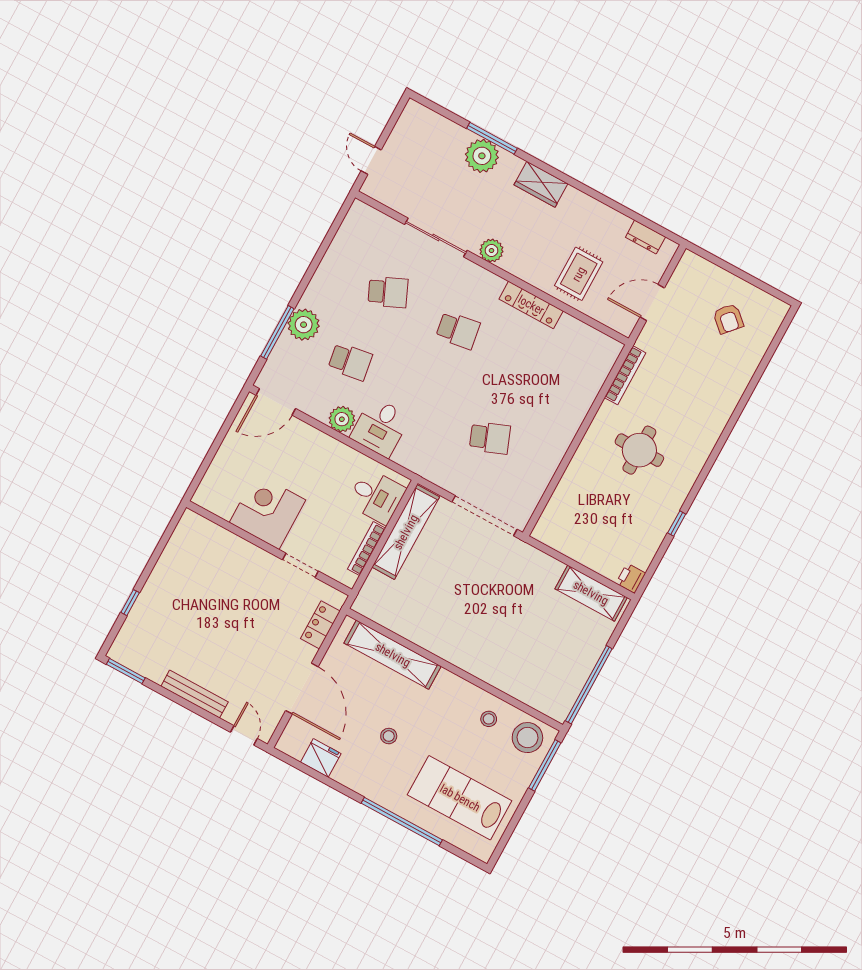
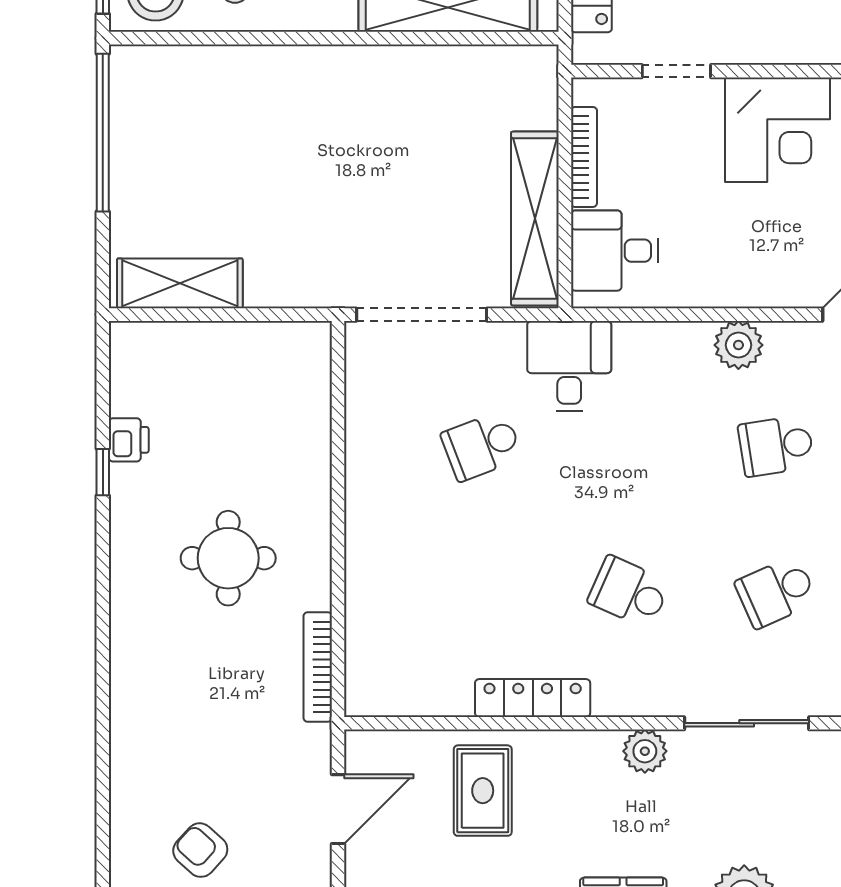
school desk: (458, 330) -> (629, 592), turned 33
desk: (380, 427) -> (569, 366), moved
printer: (631, 578) -> (129, 440), moved

